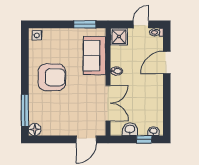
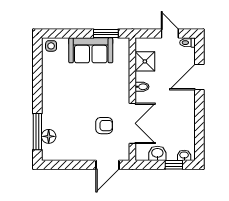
door: (141, 24) -> (170, 33), hinge flipped
shower: (119, 37) -> (145, 61), moved
sofa: (94, 56) -> (91, 50), moved, turned -90
armchair: (52, 77) -> (104, 126), moved, width x0.53, depth x0.53
floor lamp: (35, 129) -> (49, 136), moved

